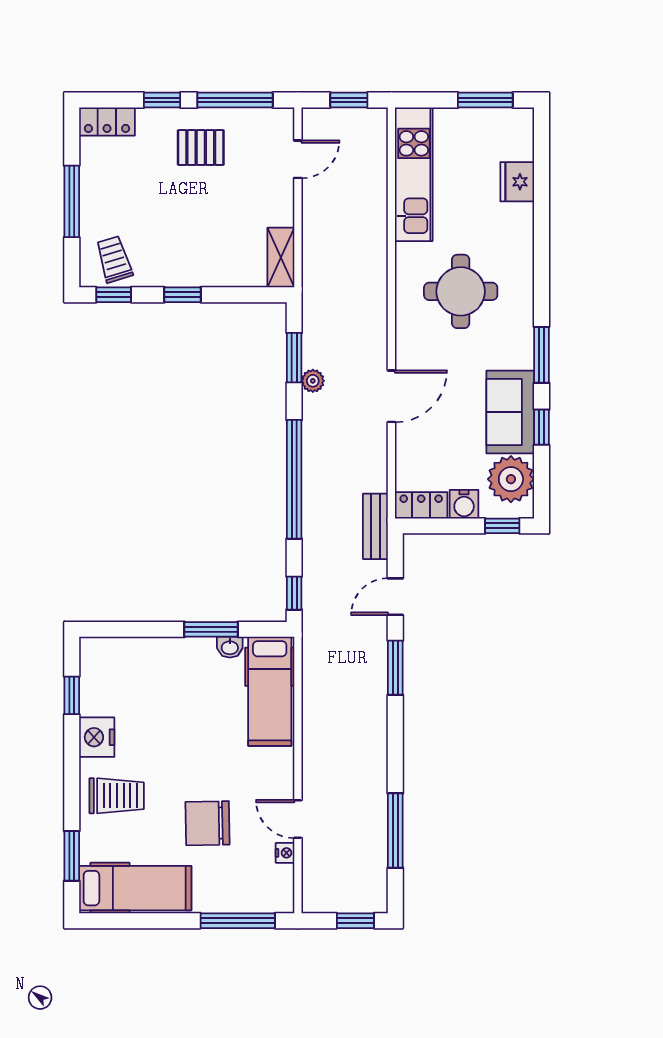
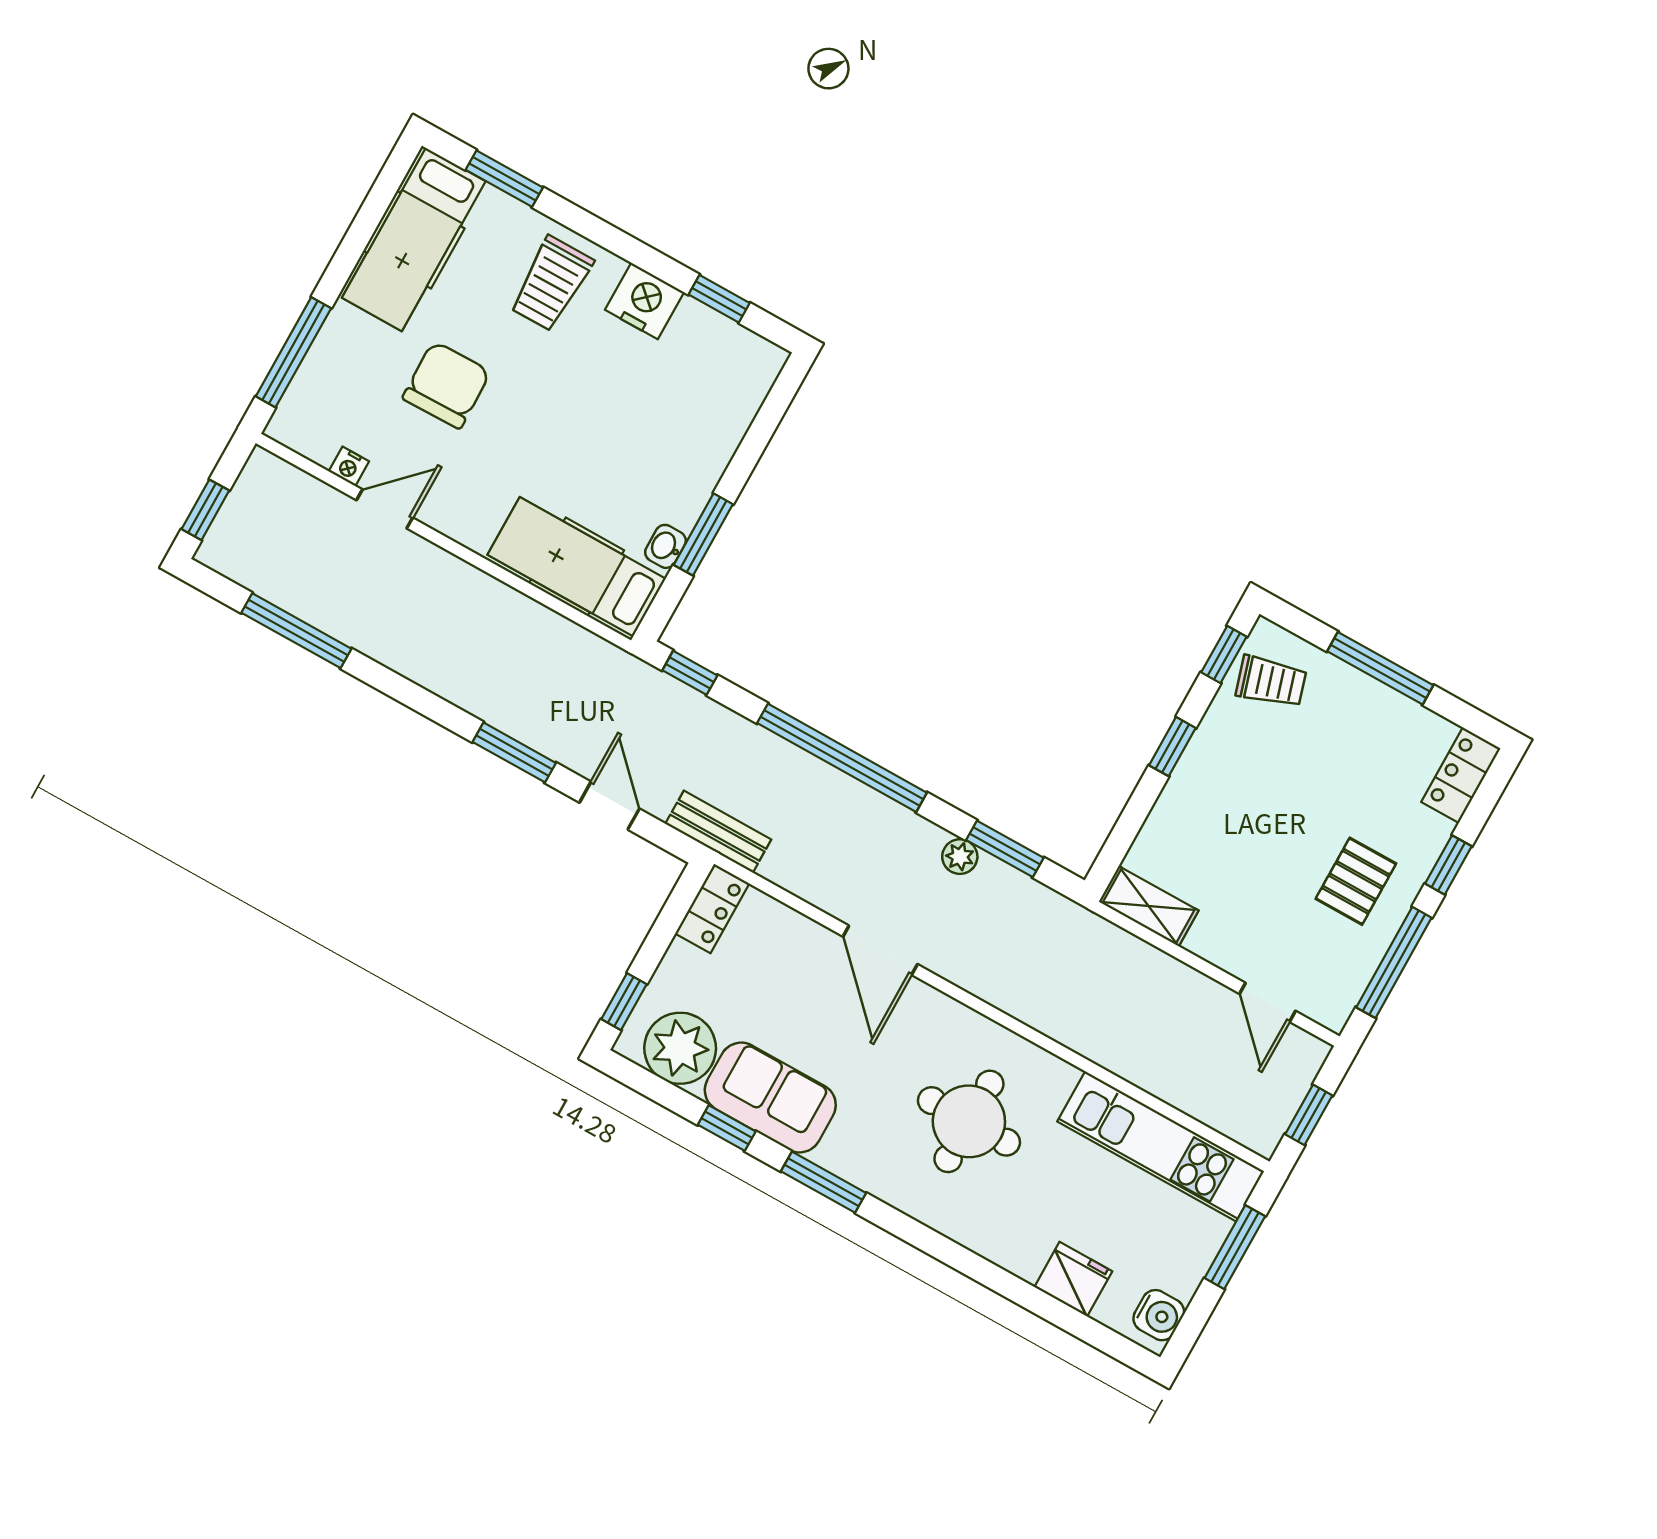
window: (485, 100) -> (1235, 1247), moved
water cooler: (464, 504) -> (1159, 1315), moved, turned 180

